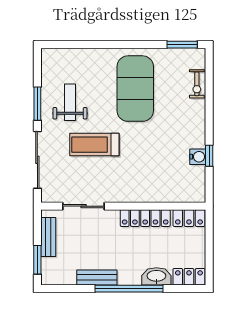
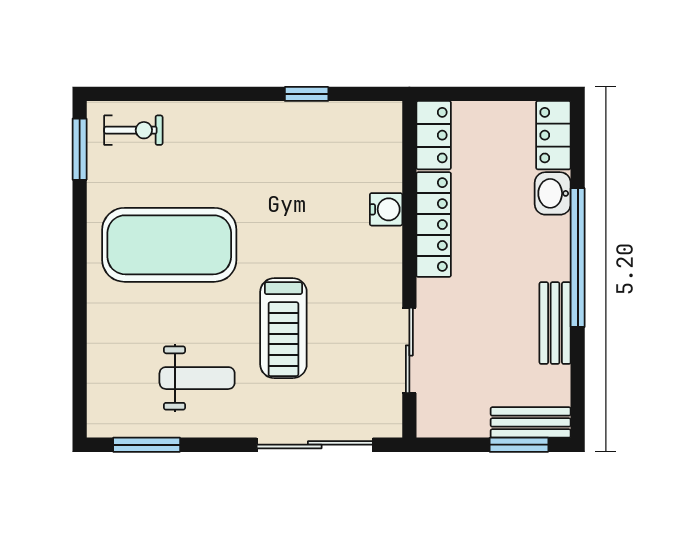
exercise bike: (197, 84) -> (133, 130), moved
weight bench: (70, 102) -> (197, 378), turned 180
window: (37, 104) -> (147, 445), moved
water cooler: (198, 157) -> (386, 209), moved, turned 90
bench: (48, 237) -> (531, 422), moved
washbasin: (156, 276) -> (553, 193), width x0.72

